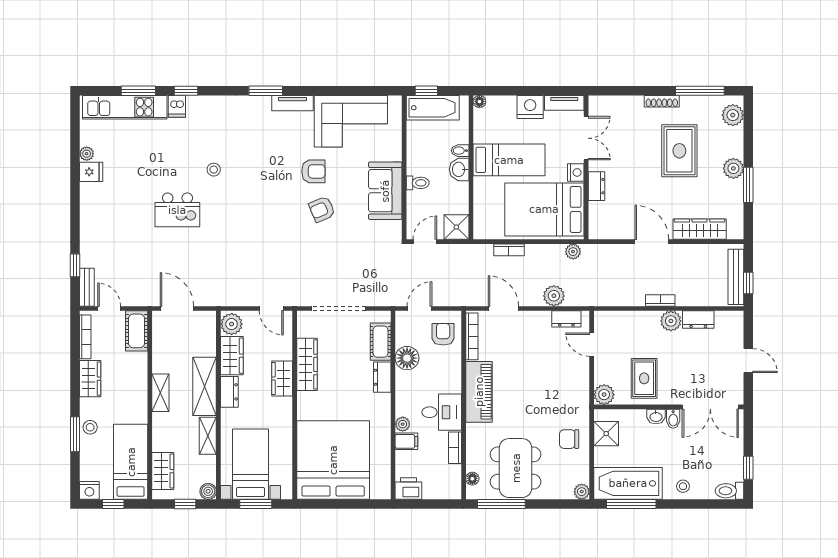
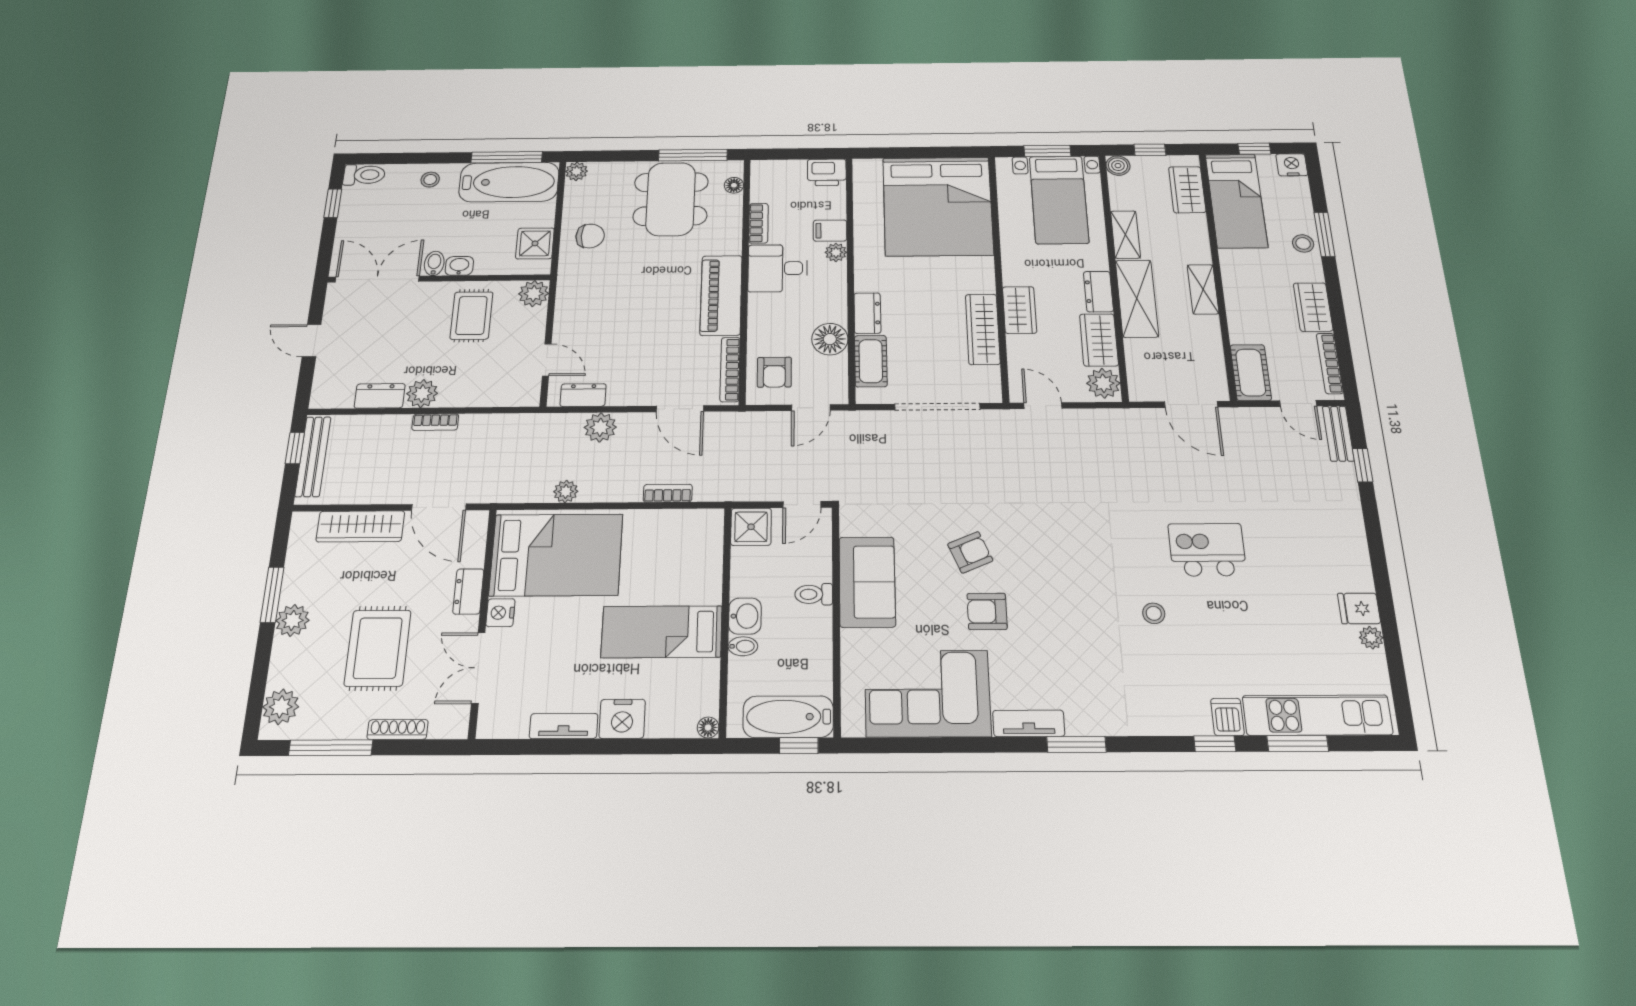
double door: (586, 138) -> (478, 668), moved
wall: (586, 167) -> (483, 621), moved
nightstand: (576, 172) -> (500, 613), moved
dresser: (597, 186) -> (468, 591), moved
bed: (544, 209) -> (556, 555), moved

